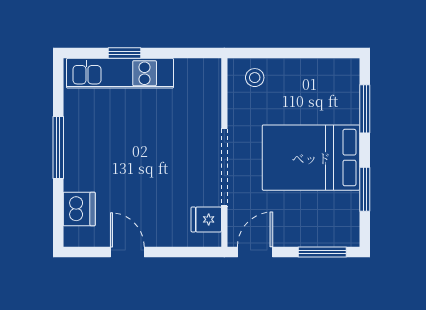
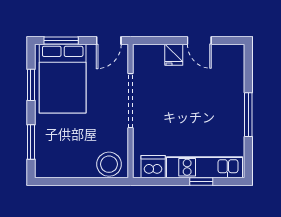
stool: (255, 78) -> (109, 164), width x1.89, depth x1.89
bed: (311, 158) -> (63, 79), moved, turned 90
dishwasher: (79, 209) -> (153, 167), moved, turned 90
fridge: (206, 219) -> (174, 55), moved, turned 90

